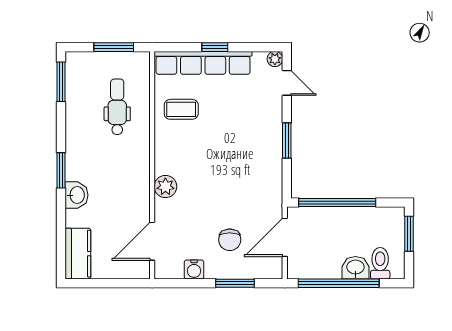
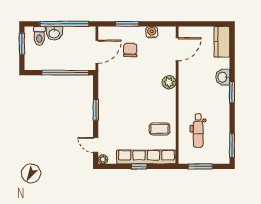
window: (409, 234) -> (22, 44), moved

